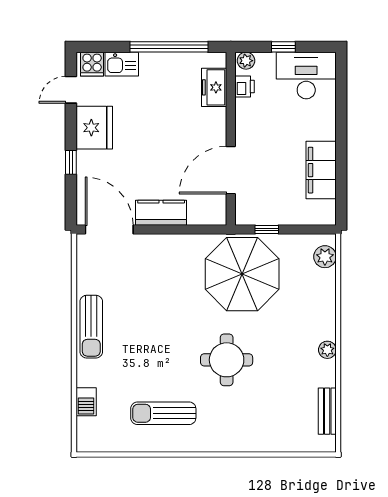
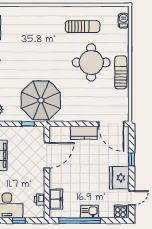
plant: (246, 61) -> (39, 213), removed
kitchen sink: (122, 64) -> (90, 211), moved
round table: (227, 360) -> (91, 62), moved, width x1.36, depth x1.36
barbecue: (86, 402) -> (124, 21), moved

